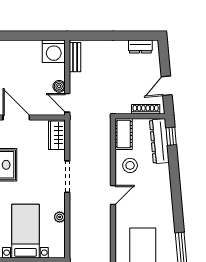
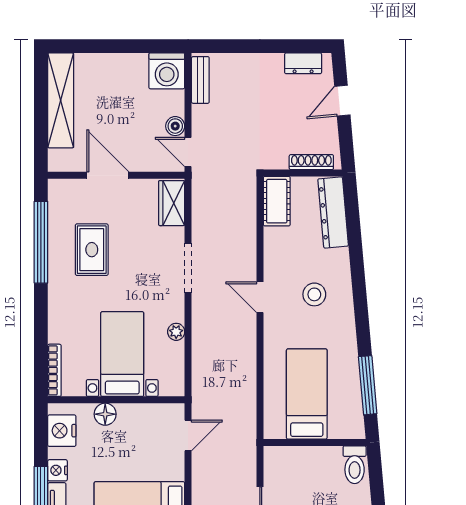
door: (167, 86) -> (342, 101), moved
window: (171, 136) -> (352, 205), removed
stool: (130, 165) -> (314, 294), moved
door: (113, 195) -> (260, 297), swing flipped

